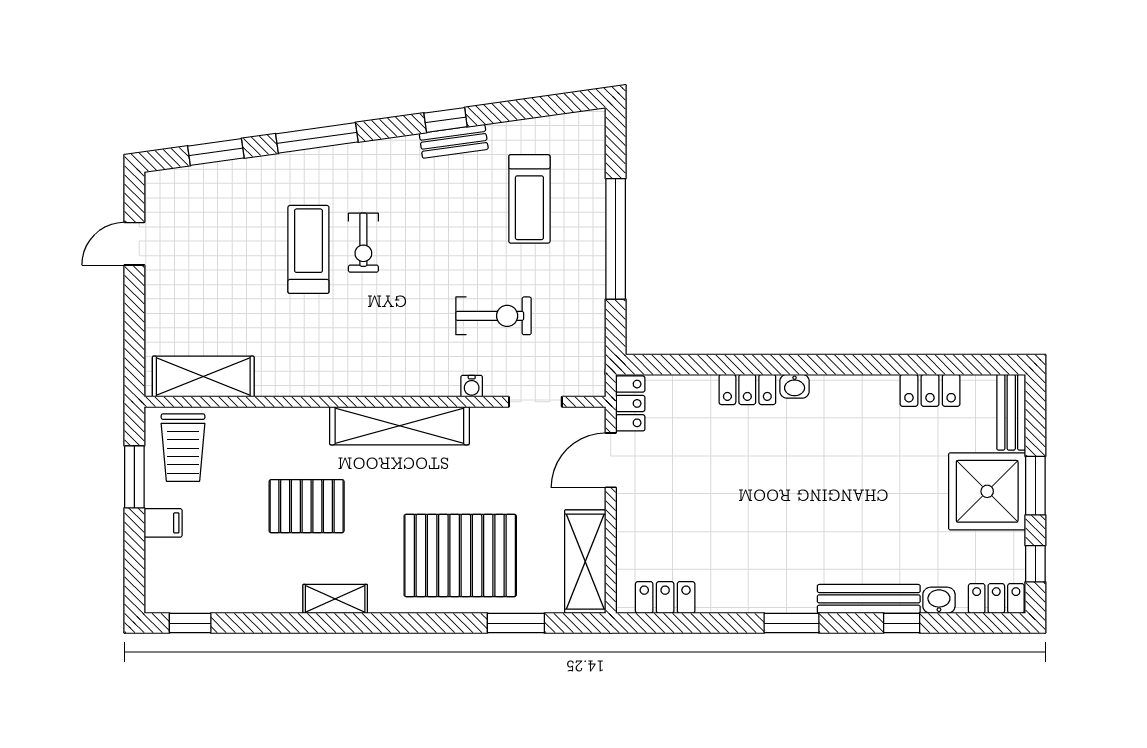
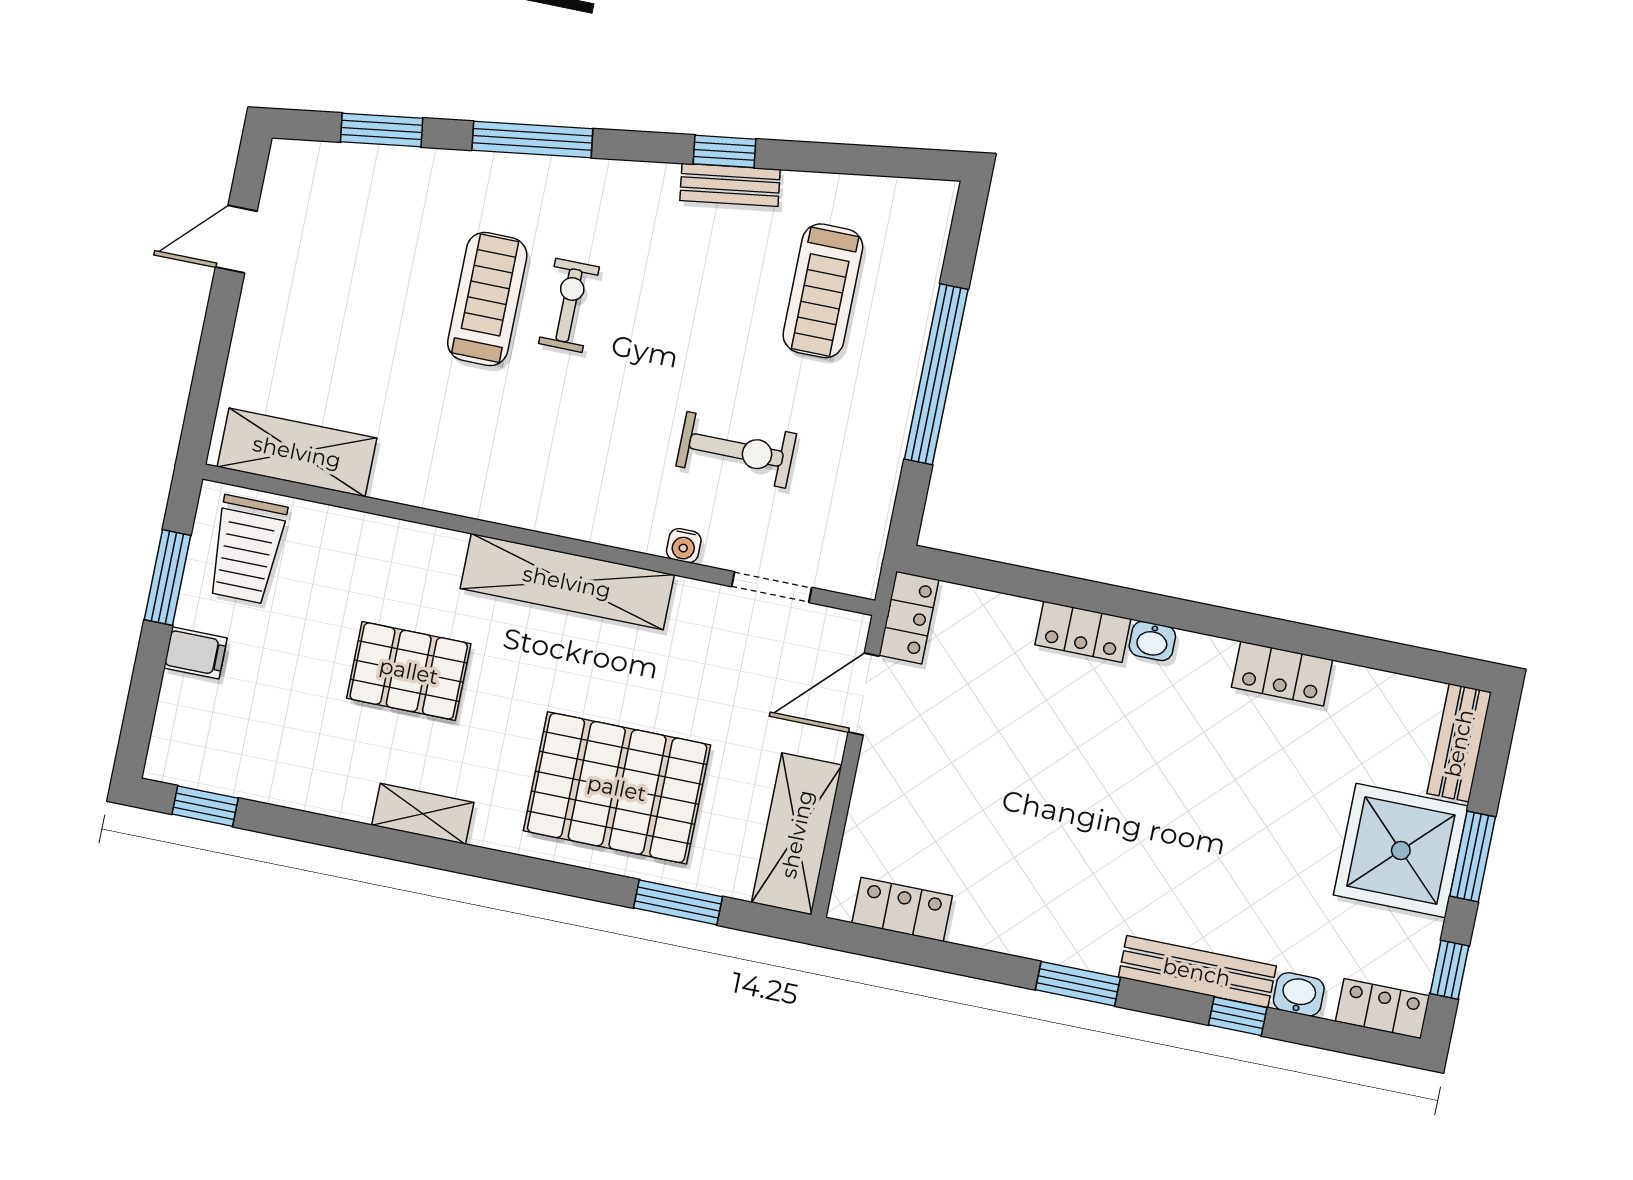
exercise bike: (363, 243) -> (569, 305), turned 180
locker: (930, 390) -> (1282, 674), moved

